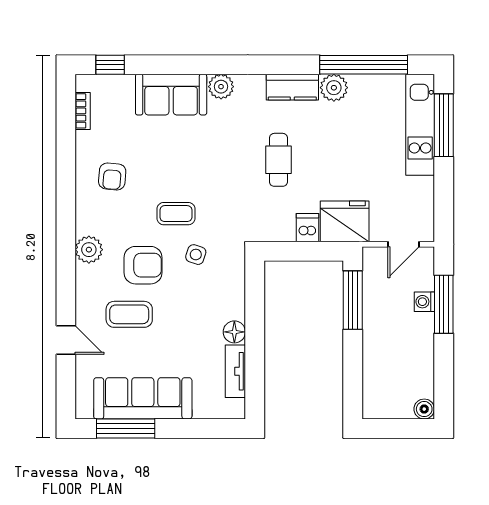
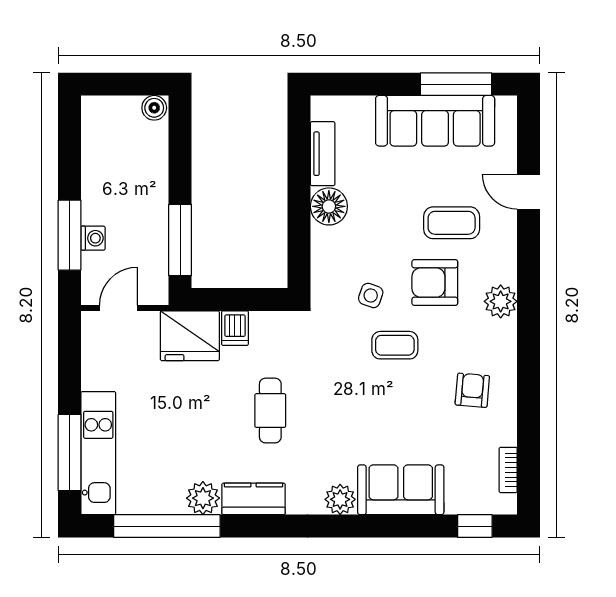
floor lamp: (234, 332) -> (329, 206), width x1.38, depth x1.38
boiler: (424, 409) -> (154, 108), moved

